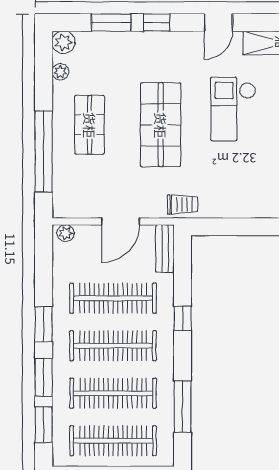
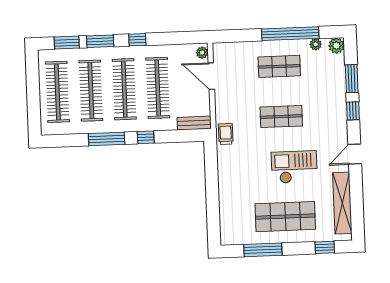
door: (218, 23) -> (355, 154), hinge flipped
shop shelf: (161, 125) -> (281, 116), width x0.70, depth x0.74
window: (44, 151) -> (290, 34), moved
trolley: (182, 204) -> (226, 134), turned 180
door: (121, 222) -> (211, 76), moved
window: (44, 324) -> (137, 40), width x0.67
window: (183, 407) -> (107, 139), moved

